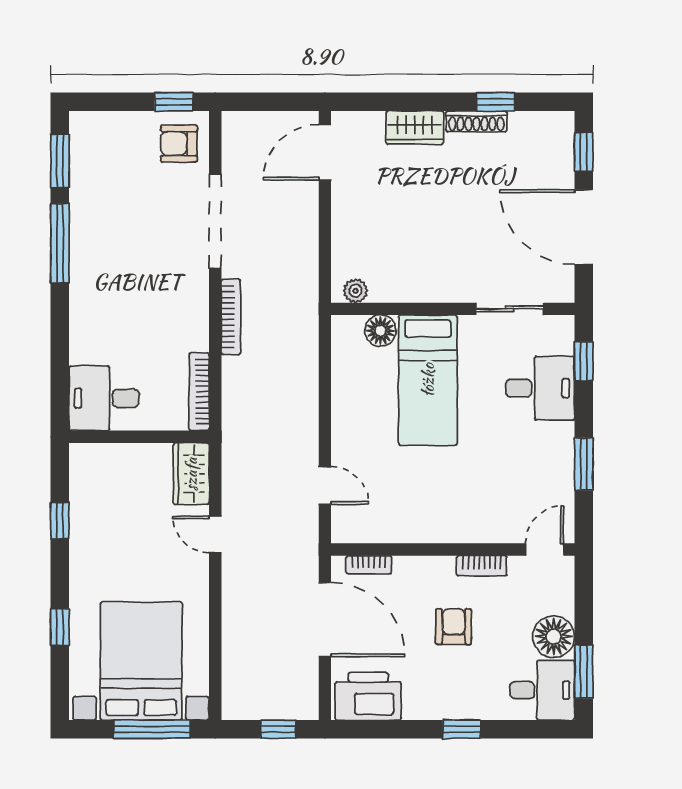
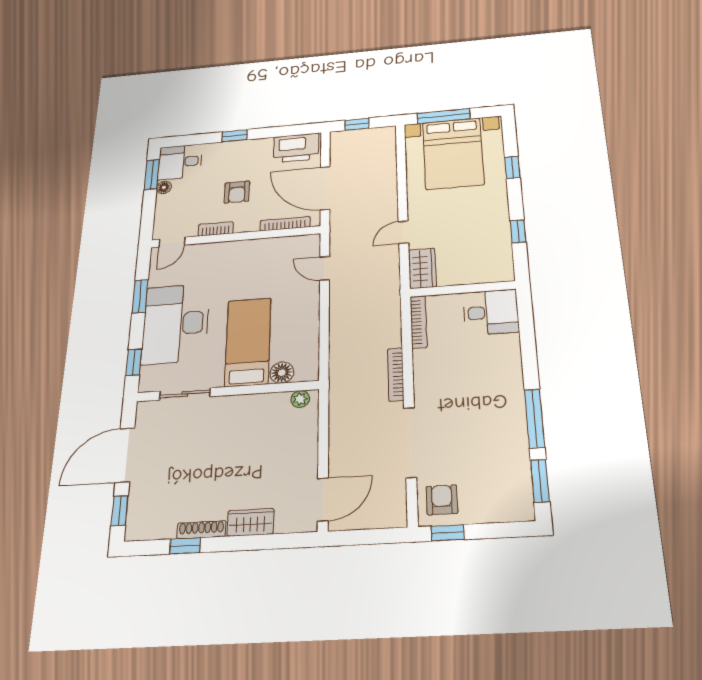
armchair: (179, 144) -> (442, 500), turned -90
door: (584, 227) -> (125, 455), swing flipped
desk: (540, 388) -> (176, 324), width x1.87, depth x1.30
door: (215, 534) -> (403, 232), swing flipped
bookcase: (369, 565) -> (285, 224), width x1.56
floor lamp: (554, 637) -> (164, 187), width x0.53, depth x0.53

